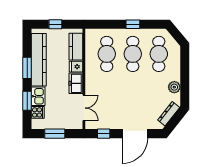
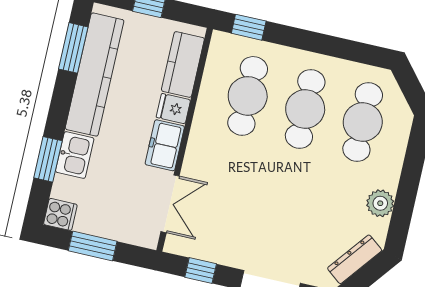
window: (133, 24) -> (249, 27), moved
window: (27, 68) -> (73, 48), moved
cooker: (38, 112) -> (60, 214), moved

